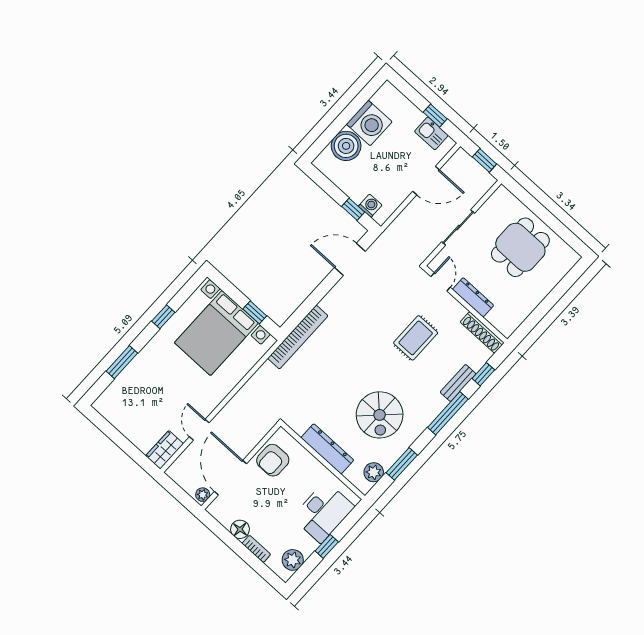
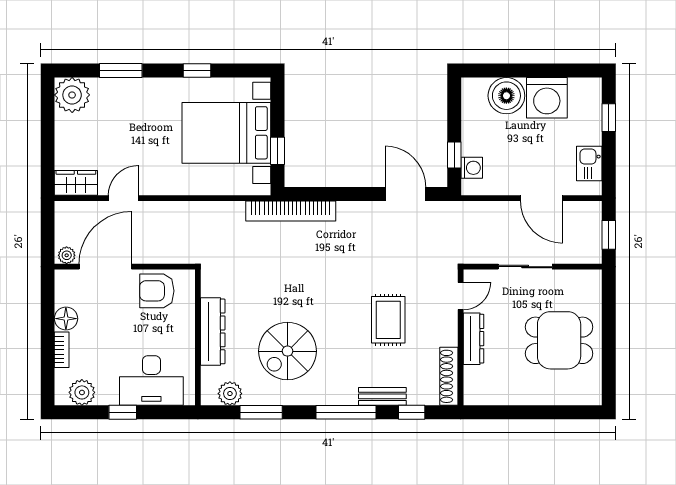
window: (435, 116) -> (609, 118), moved
rug: (416, 338) -> (388, 320), turned 90
plant: (110, 404) -> (72, 95), added

